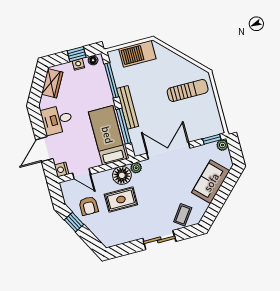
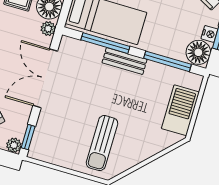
floor lamp: (93, 60) -> (198, 52), width x1.89, depth x1.89
bench: (128, 107) -> (125, 61), width x0.73
double door: (168, 151) -> (45, 78), swing flipped

